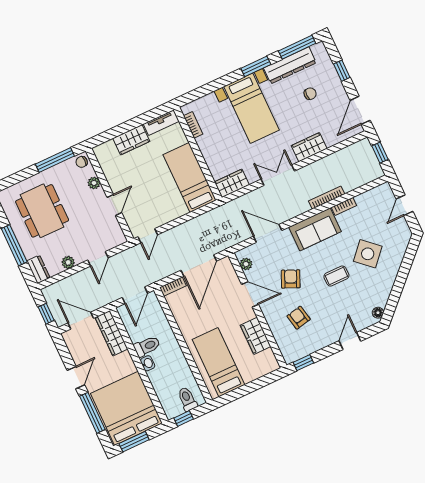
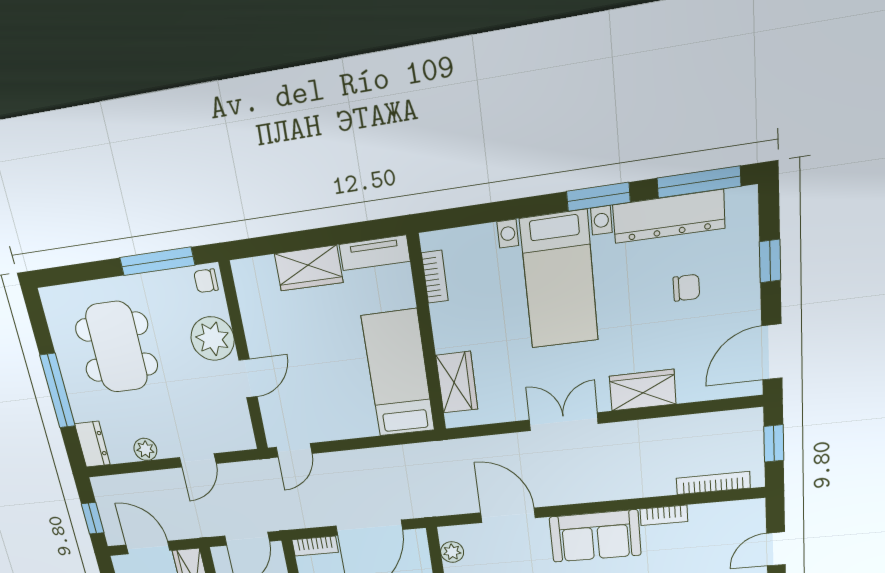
plant: (94, 183) -> (213, 339), width x1.87, depth x1.87
wardrobe: (232, 183) -> (457, 382), moved, turned 90
bookcase: (327, 198) -> (713, 483), moved

